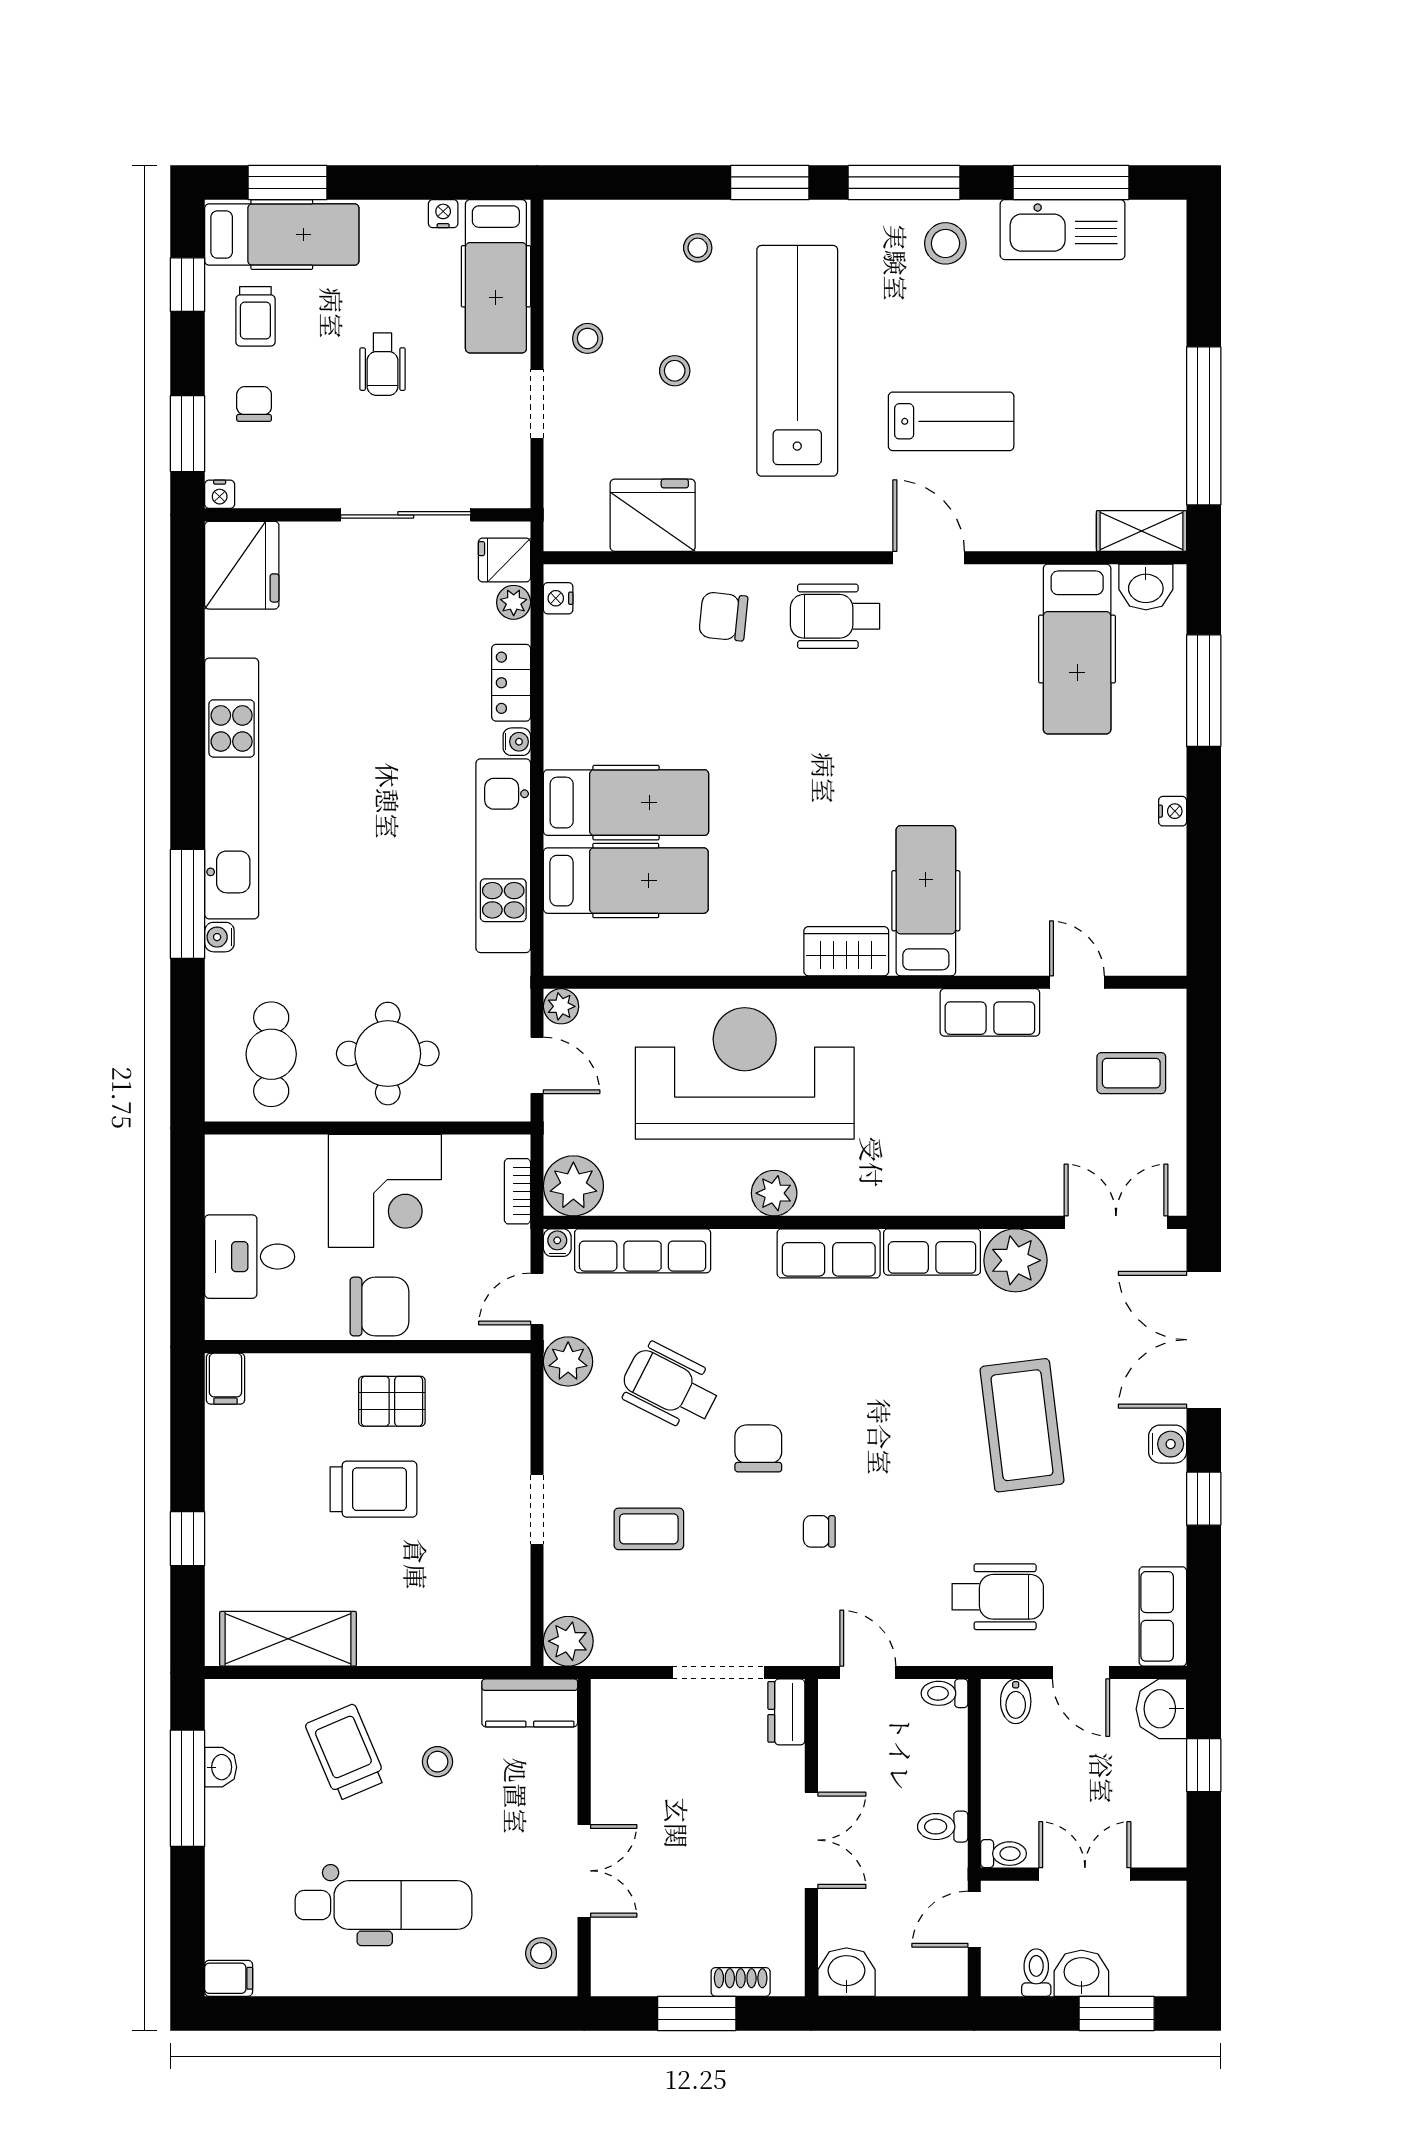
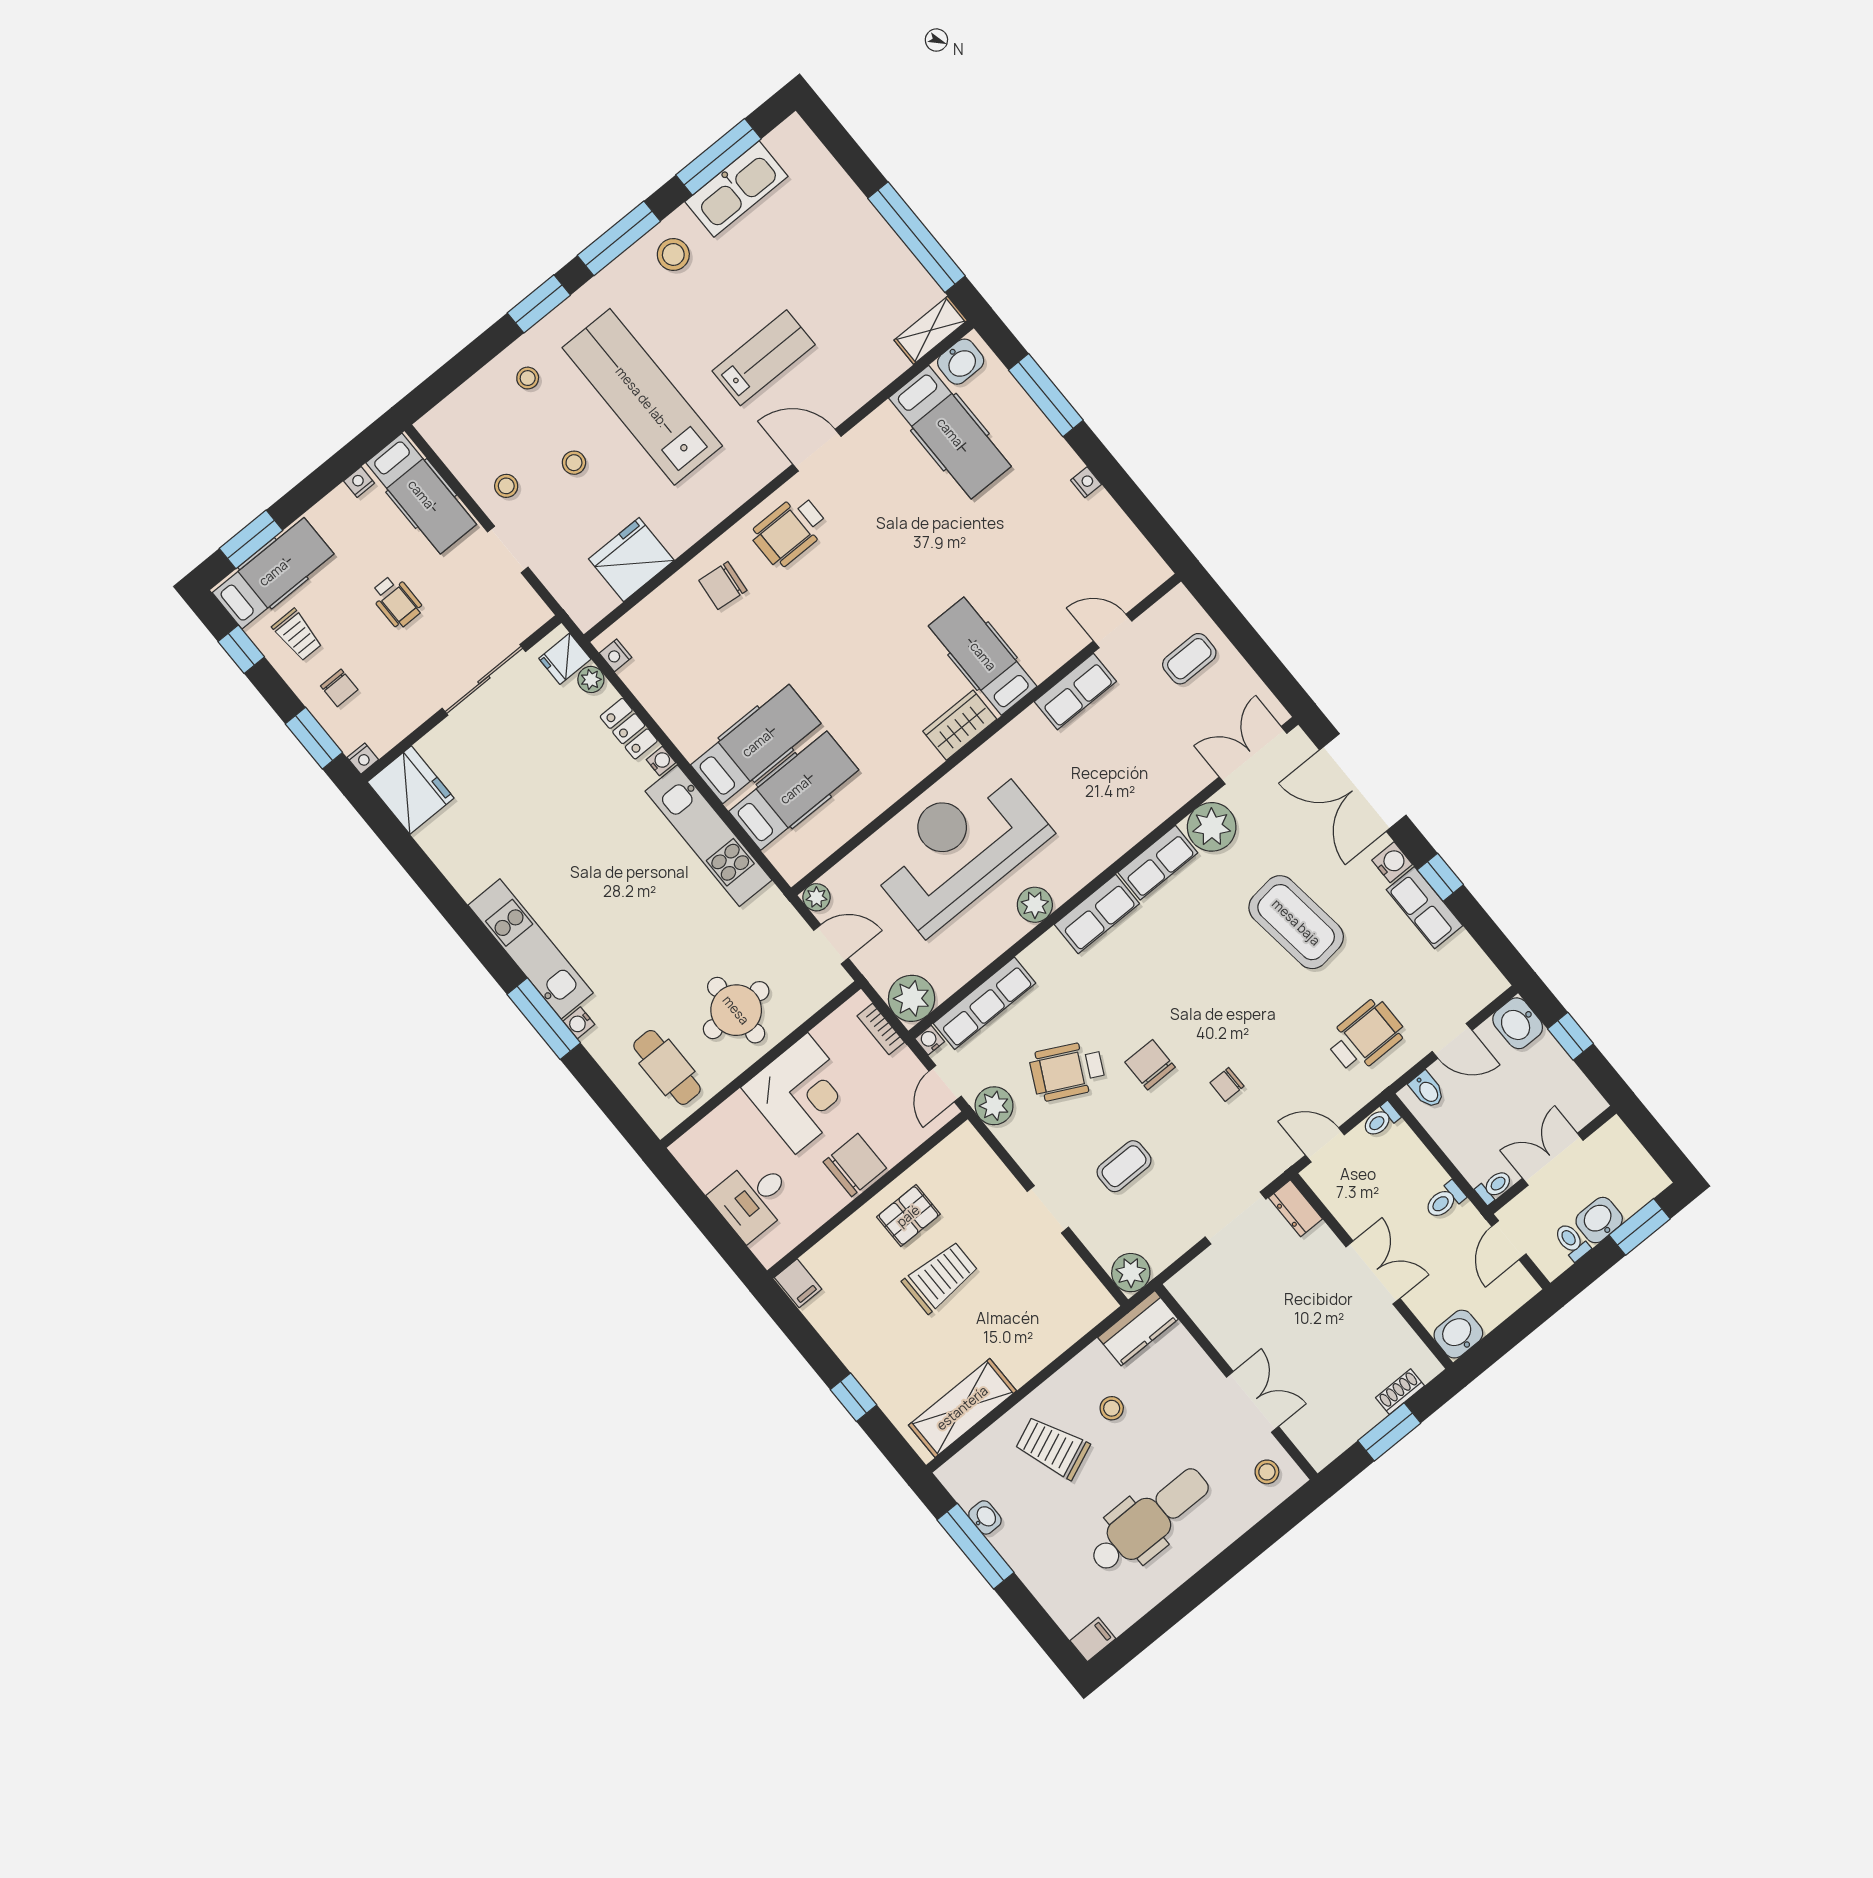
chair: (254, 404) -> (339, 688), turned 180
kitchen unit: (232, 788) -> (531, 949), width x0.73
row of seats: (1163, 1616) -> (1424, 908), moved

